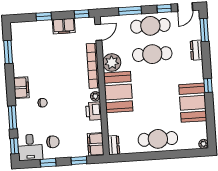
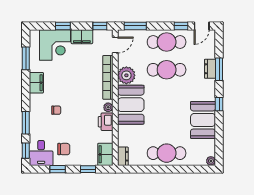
window: (130, 11) -> (135, 26), moved
window: (204, 30) -> (219, 69), moved
corner desk: (37, 36) -> (55, 45), added
filing cabinet: (21, 88) -> (36, 83), moved

